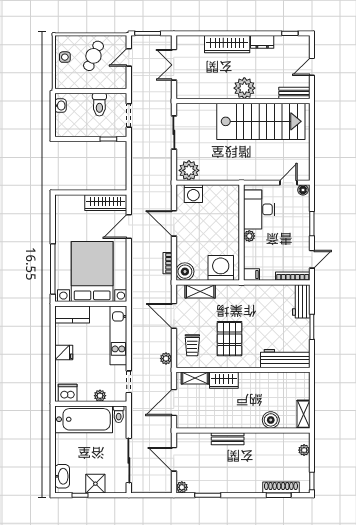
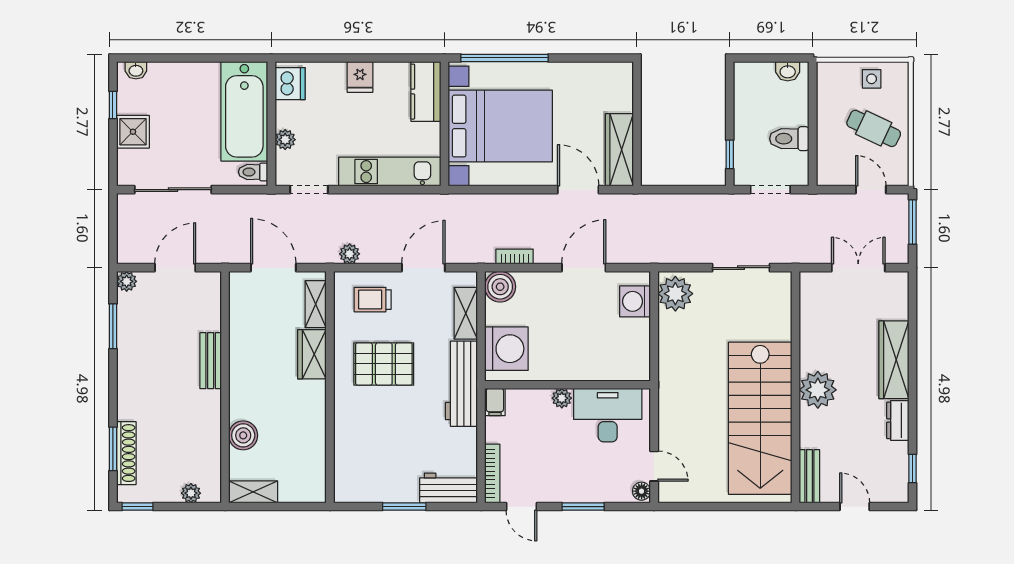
workbench: (285, 359) -> (461, 384), moved, turned 180
washbasin: (62, 476) -> (136, 70), width x0.52, depth x0.69

